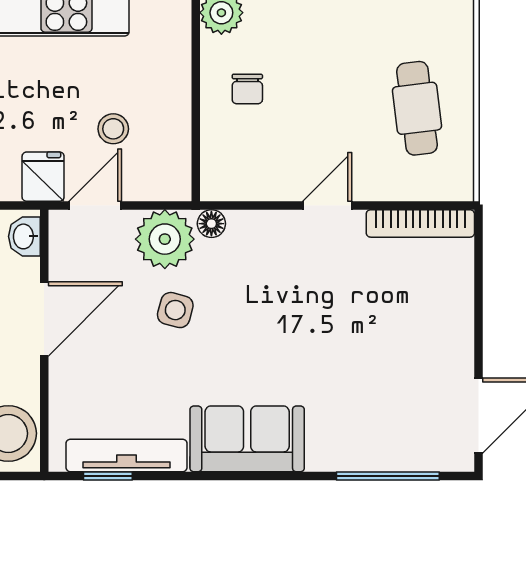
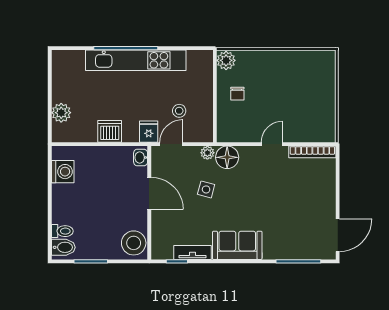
cafe table: (417, 108) -> (311, 102), removed
floor lamp: (211, 224) -> (227, 157), width x1.89, depth x1.89
plant: (165, 239) -> (207, 153), width x0.53, depth x0.53
door: (44, 319) -> (149, 193), hinge flipped
tv unit: (126, 455) -> (193, 252), width x0.71

